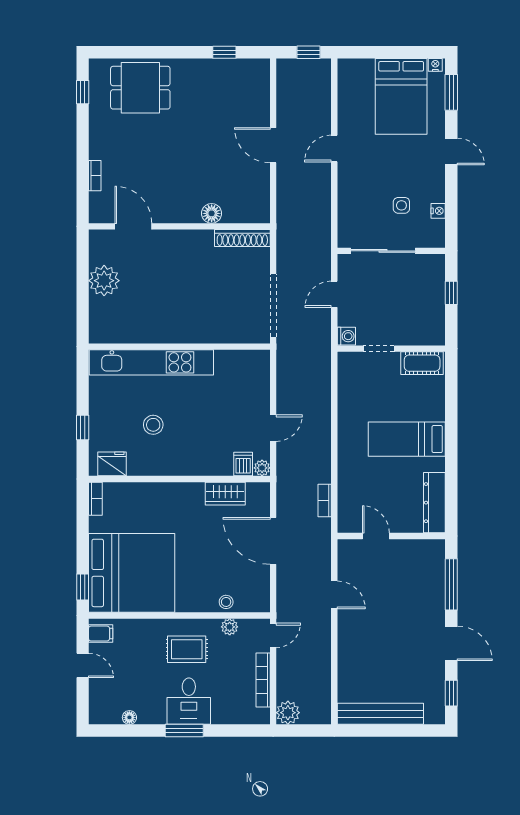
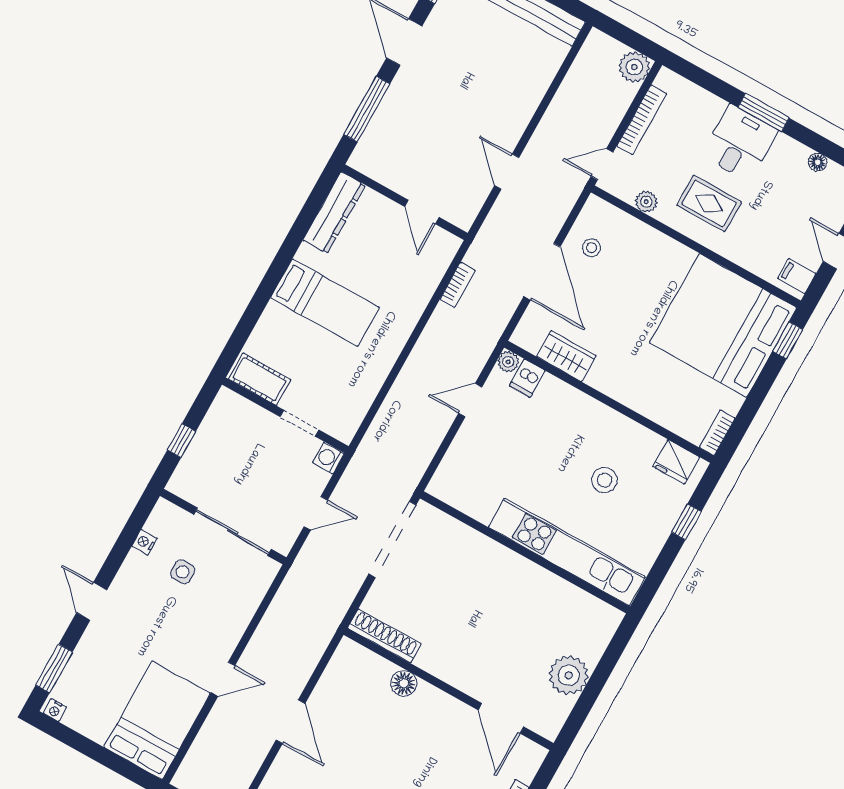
bed: (401, 96) -> (157, 720), moved
stool: (226, 602) -> (591, 248), moved

